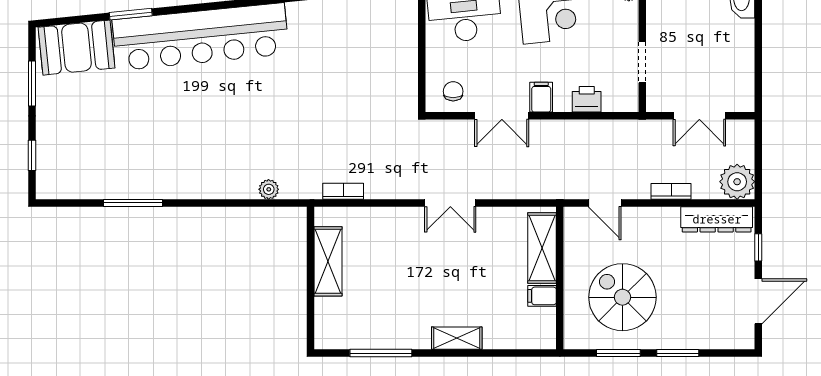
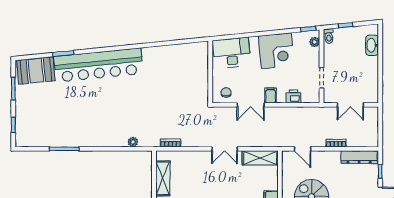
plant: (737, 182) -> (369, 138), removed
shelving: (542, 248) -> (260, 158), moved, turned 90

